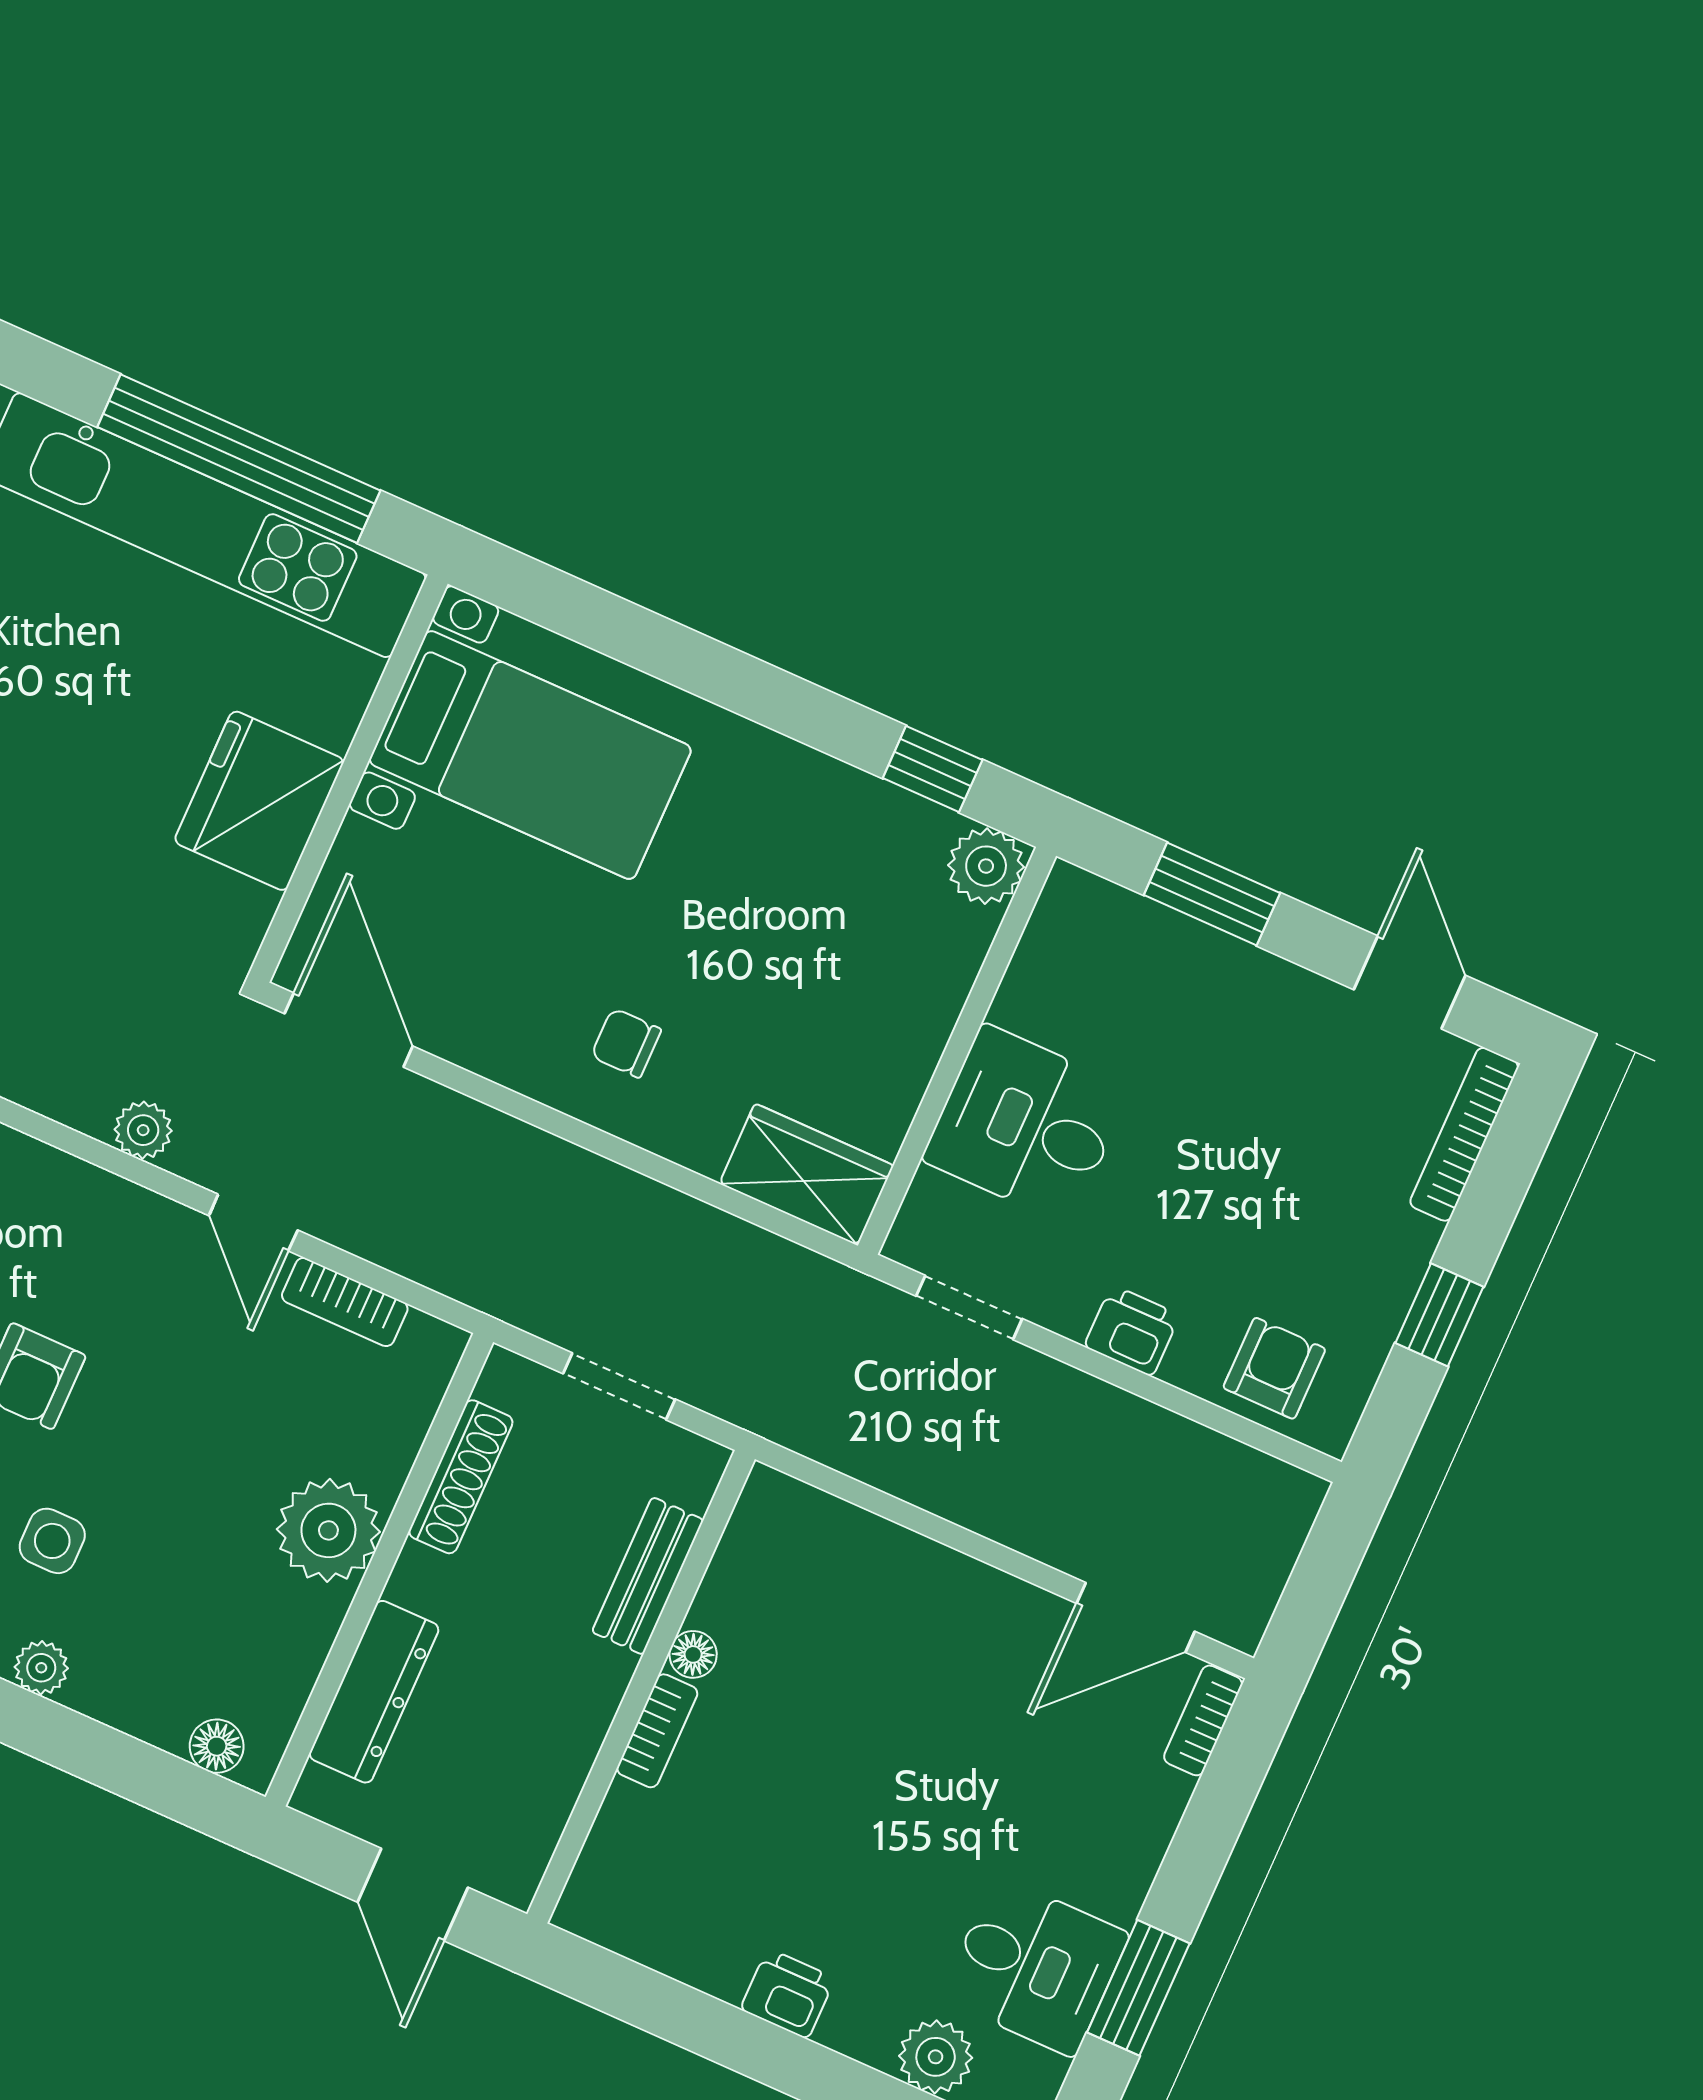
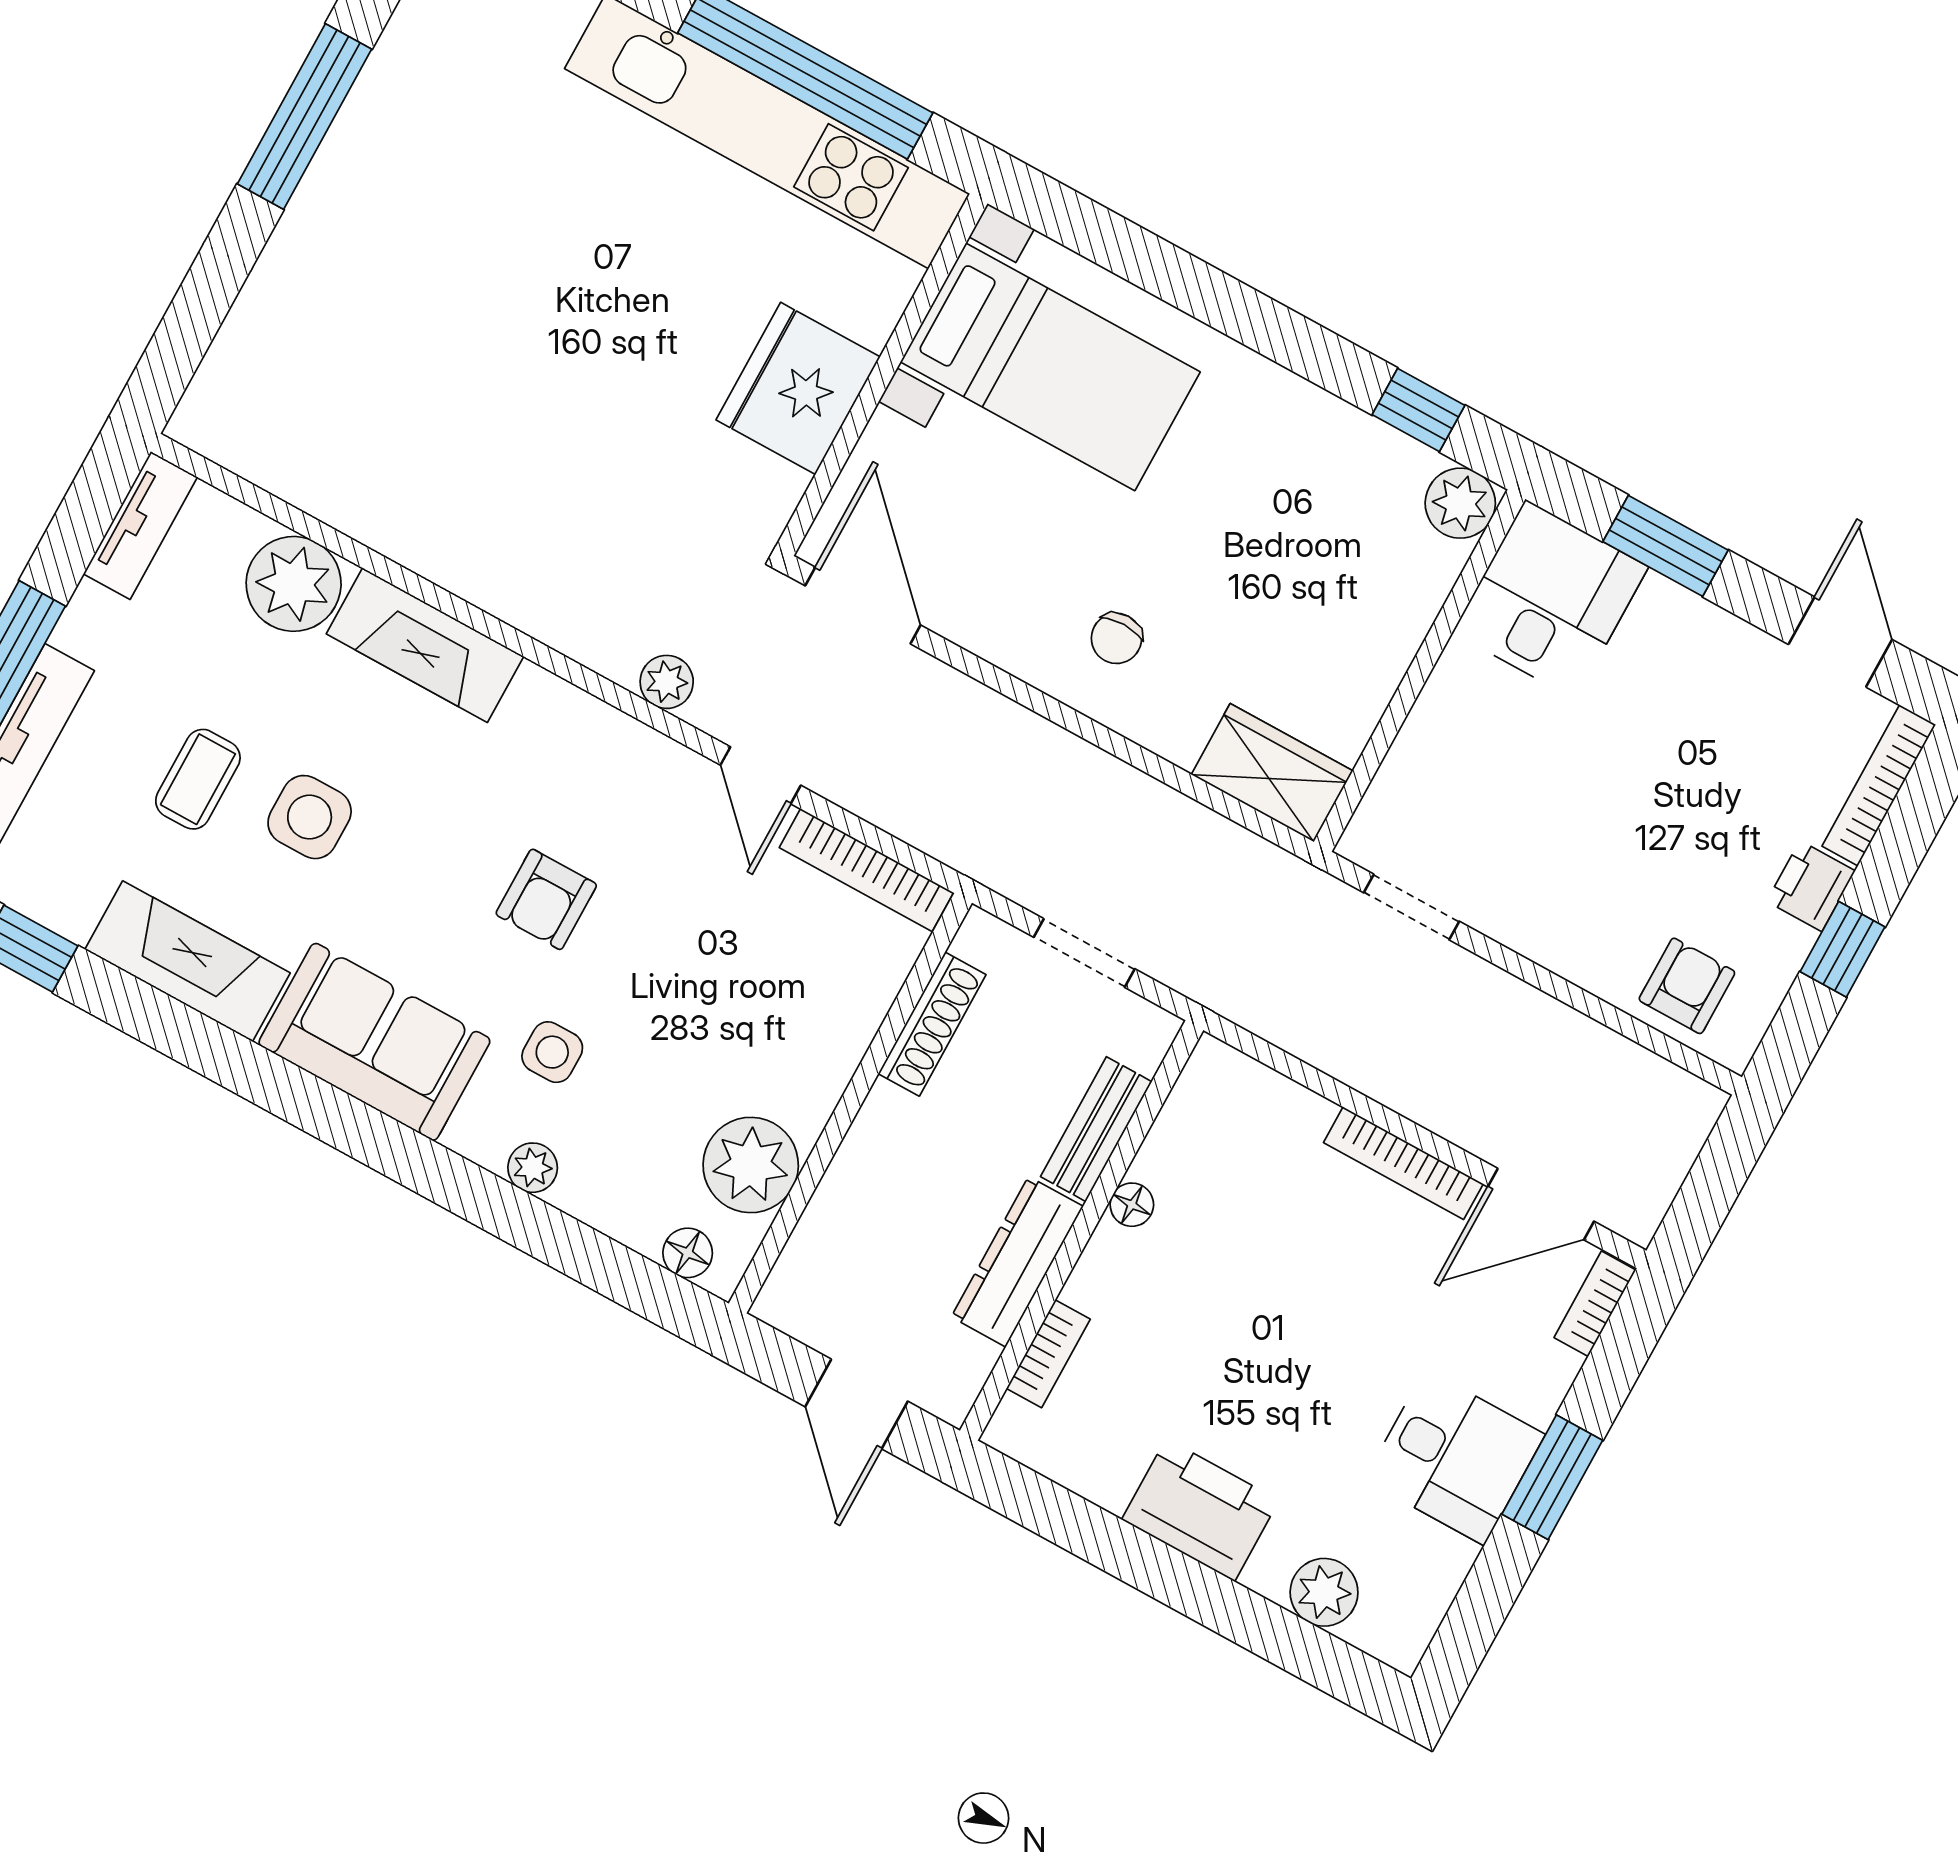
chair: (626, 1043) -> (1116, 638), turned -90
desk: (1026, 1124) -> (1550, 600), moved, turned 90
bookcase: (345, 1302) -> (866, 870), width x1.56
printer: (1132, 1331) -> (1811, 886), moved, turned -90
plant: (328, 1530) -> (751, 1165), moved
bookcase: (983, 1585) -> (1403, 1163), added
dresser: (374, 1692) -> (1017, 1262), moved, turned 180
bookcase: (657, 1731) -> (1048, 1354), moved
desk: (1035, 1966) -> (1455, 1457), moved
window: (1138, 1988) -> (1552, 1477), moved
printer: (788, 1994) -> (1200, 1510), width x1.87, depth x1.48

